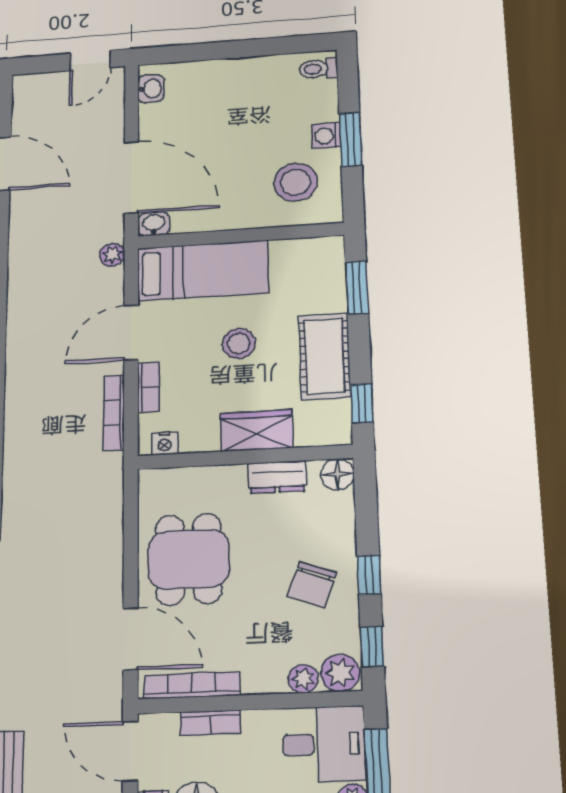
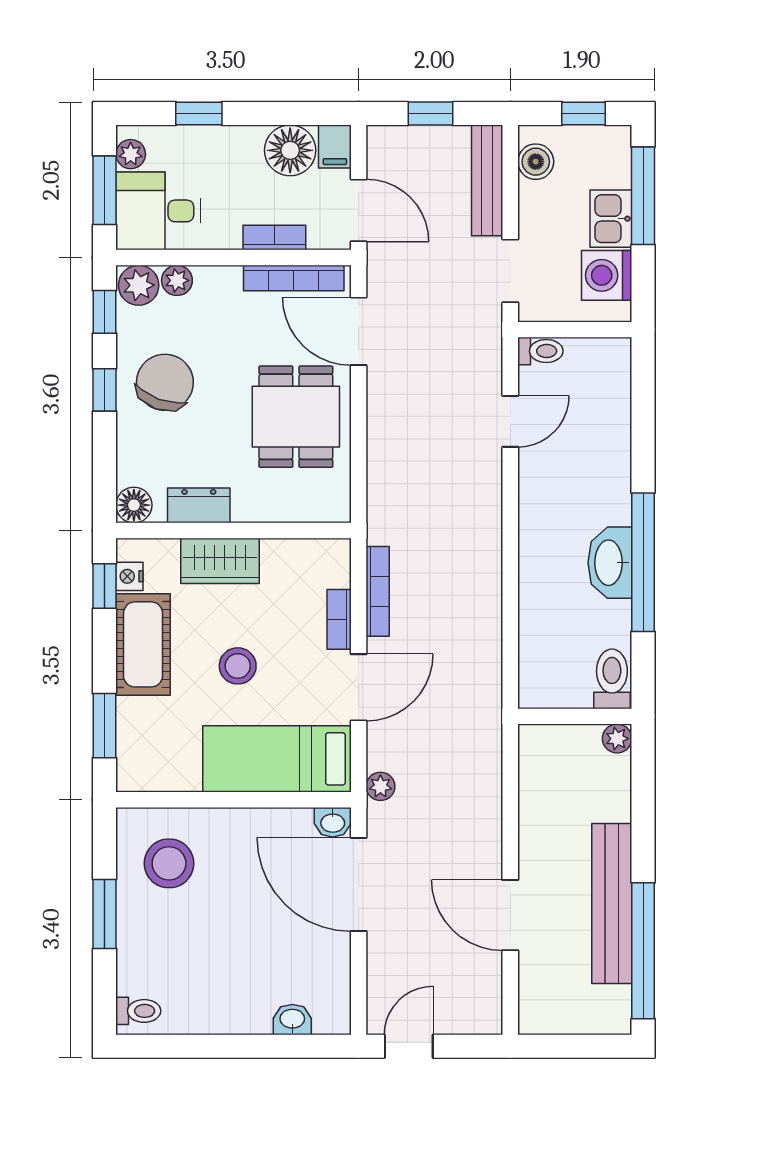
washbasin: (151, 89) -> (292, 1020), moved, turned 90
washing machine: (326, 136) -> (132, 921), removed
nightstand: (165, 443) -> (129, 576), moved, turned -90
chair: (312, 585) -> (165, 382), width x1.37, depth x1.37

